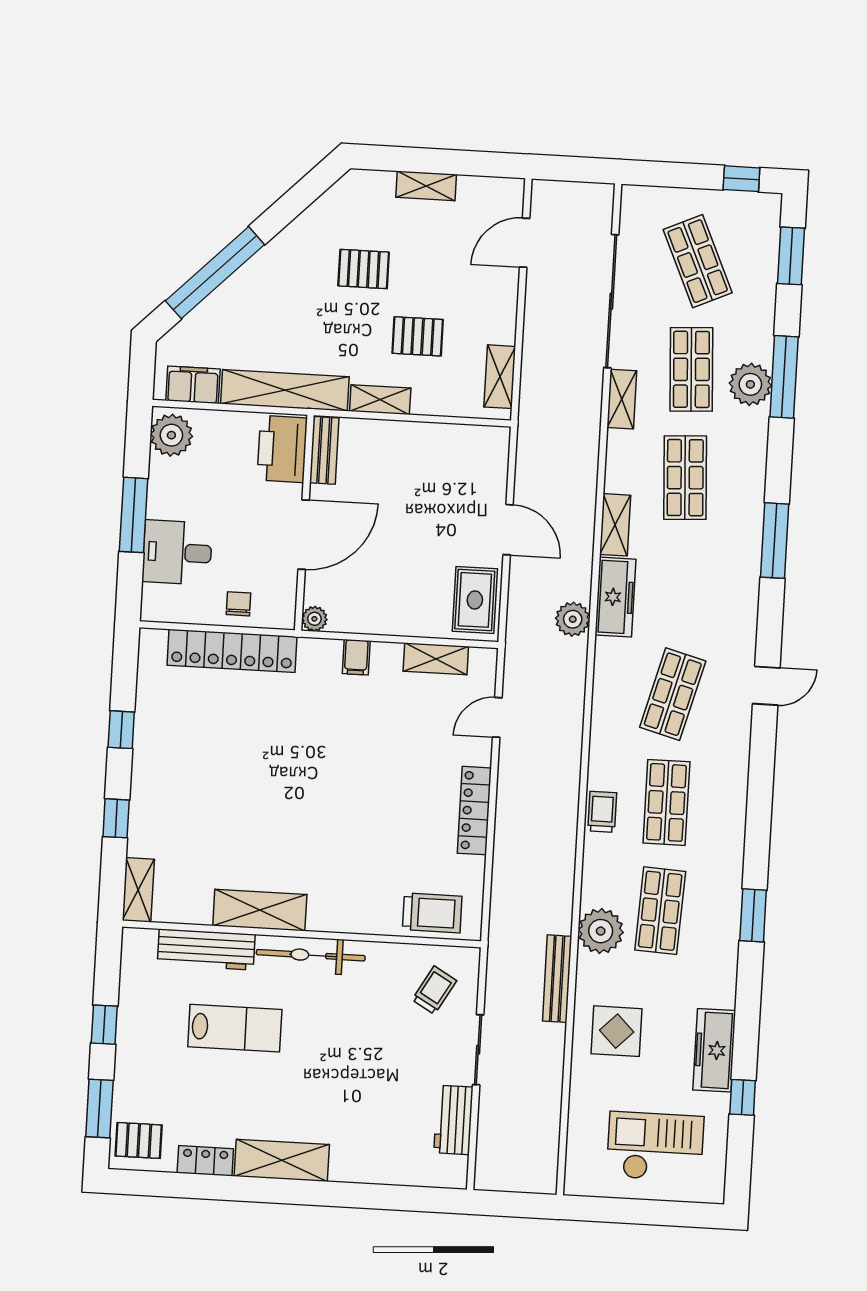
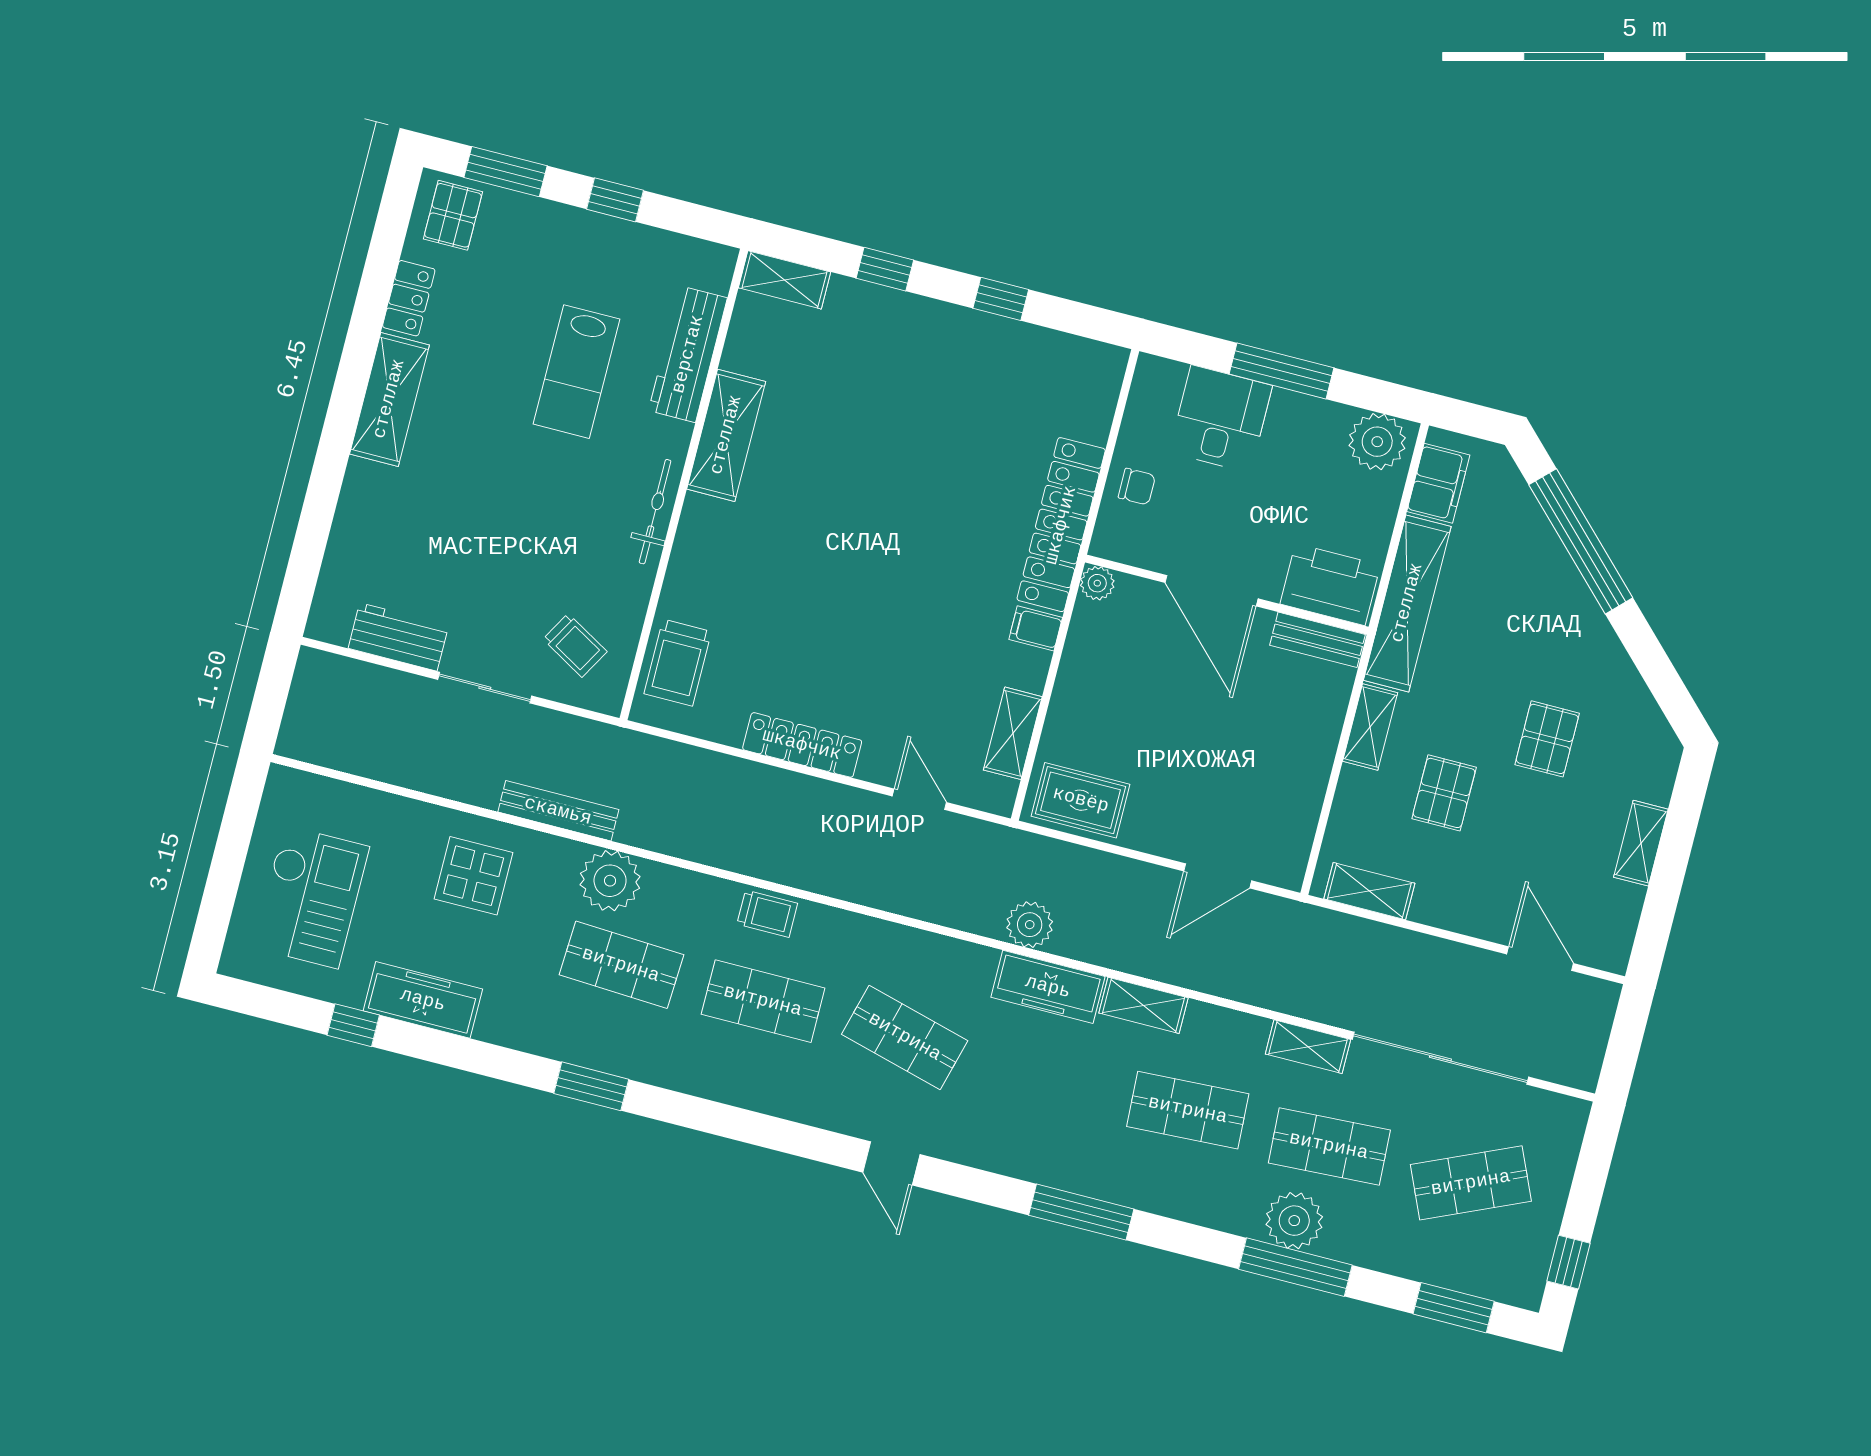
door: (508, 530) -> (1218, 876), moved
locker: (232, 651) -> (1061, 525), moved
bicycle: (311, 955) -> (655, 512), width x0.73, depth x0.71

